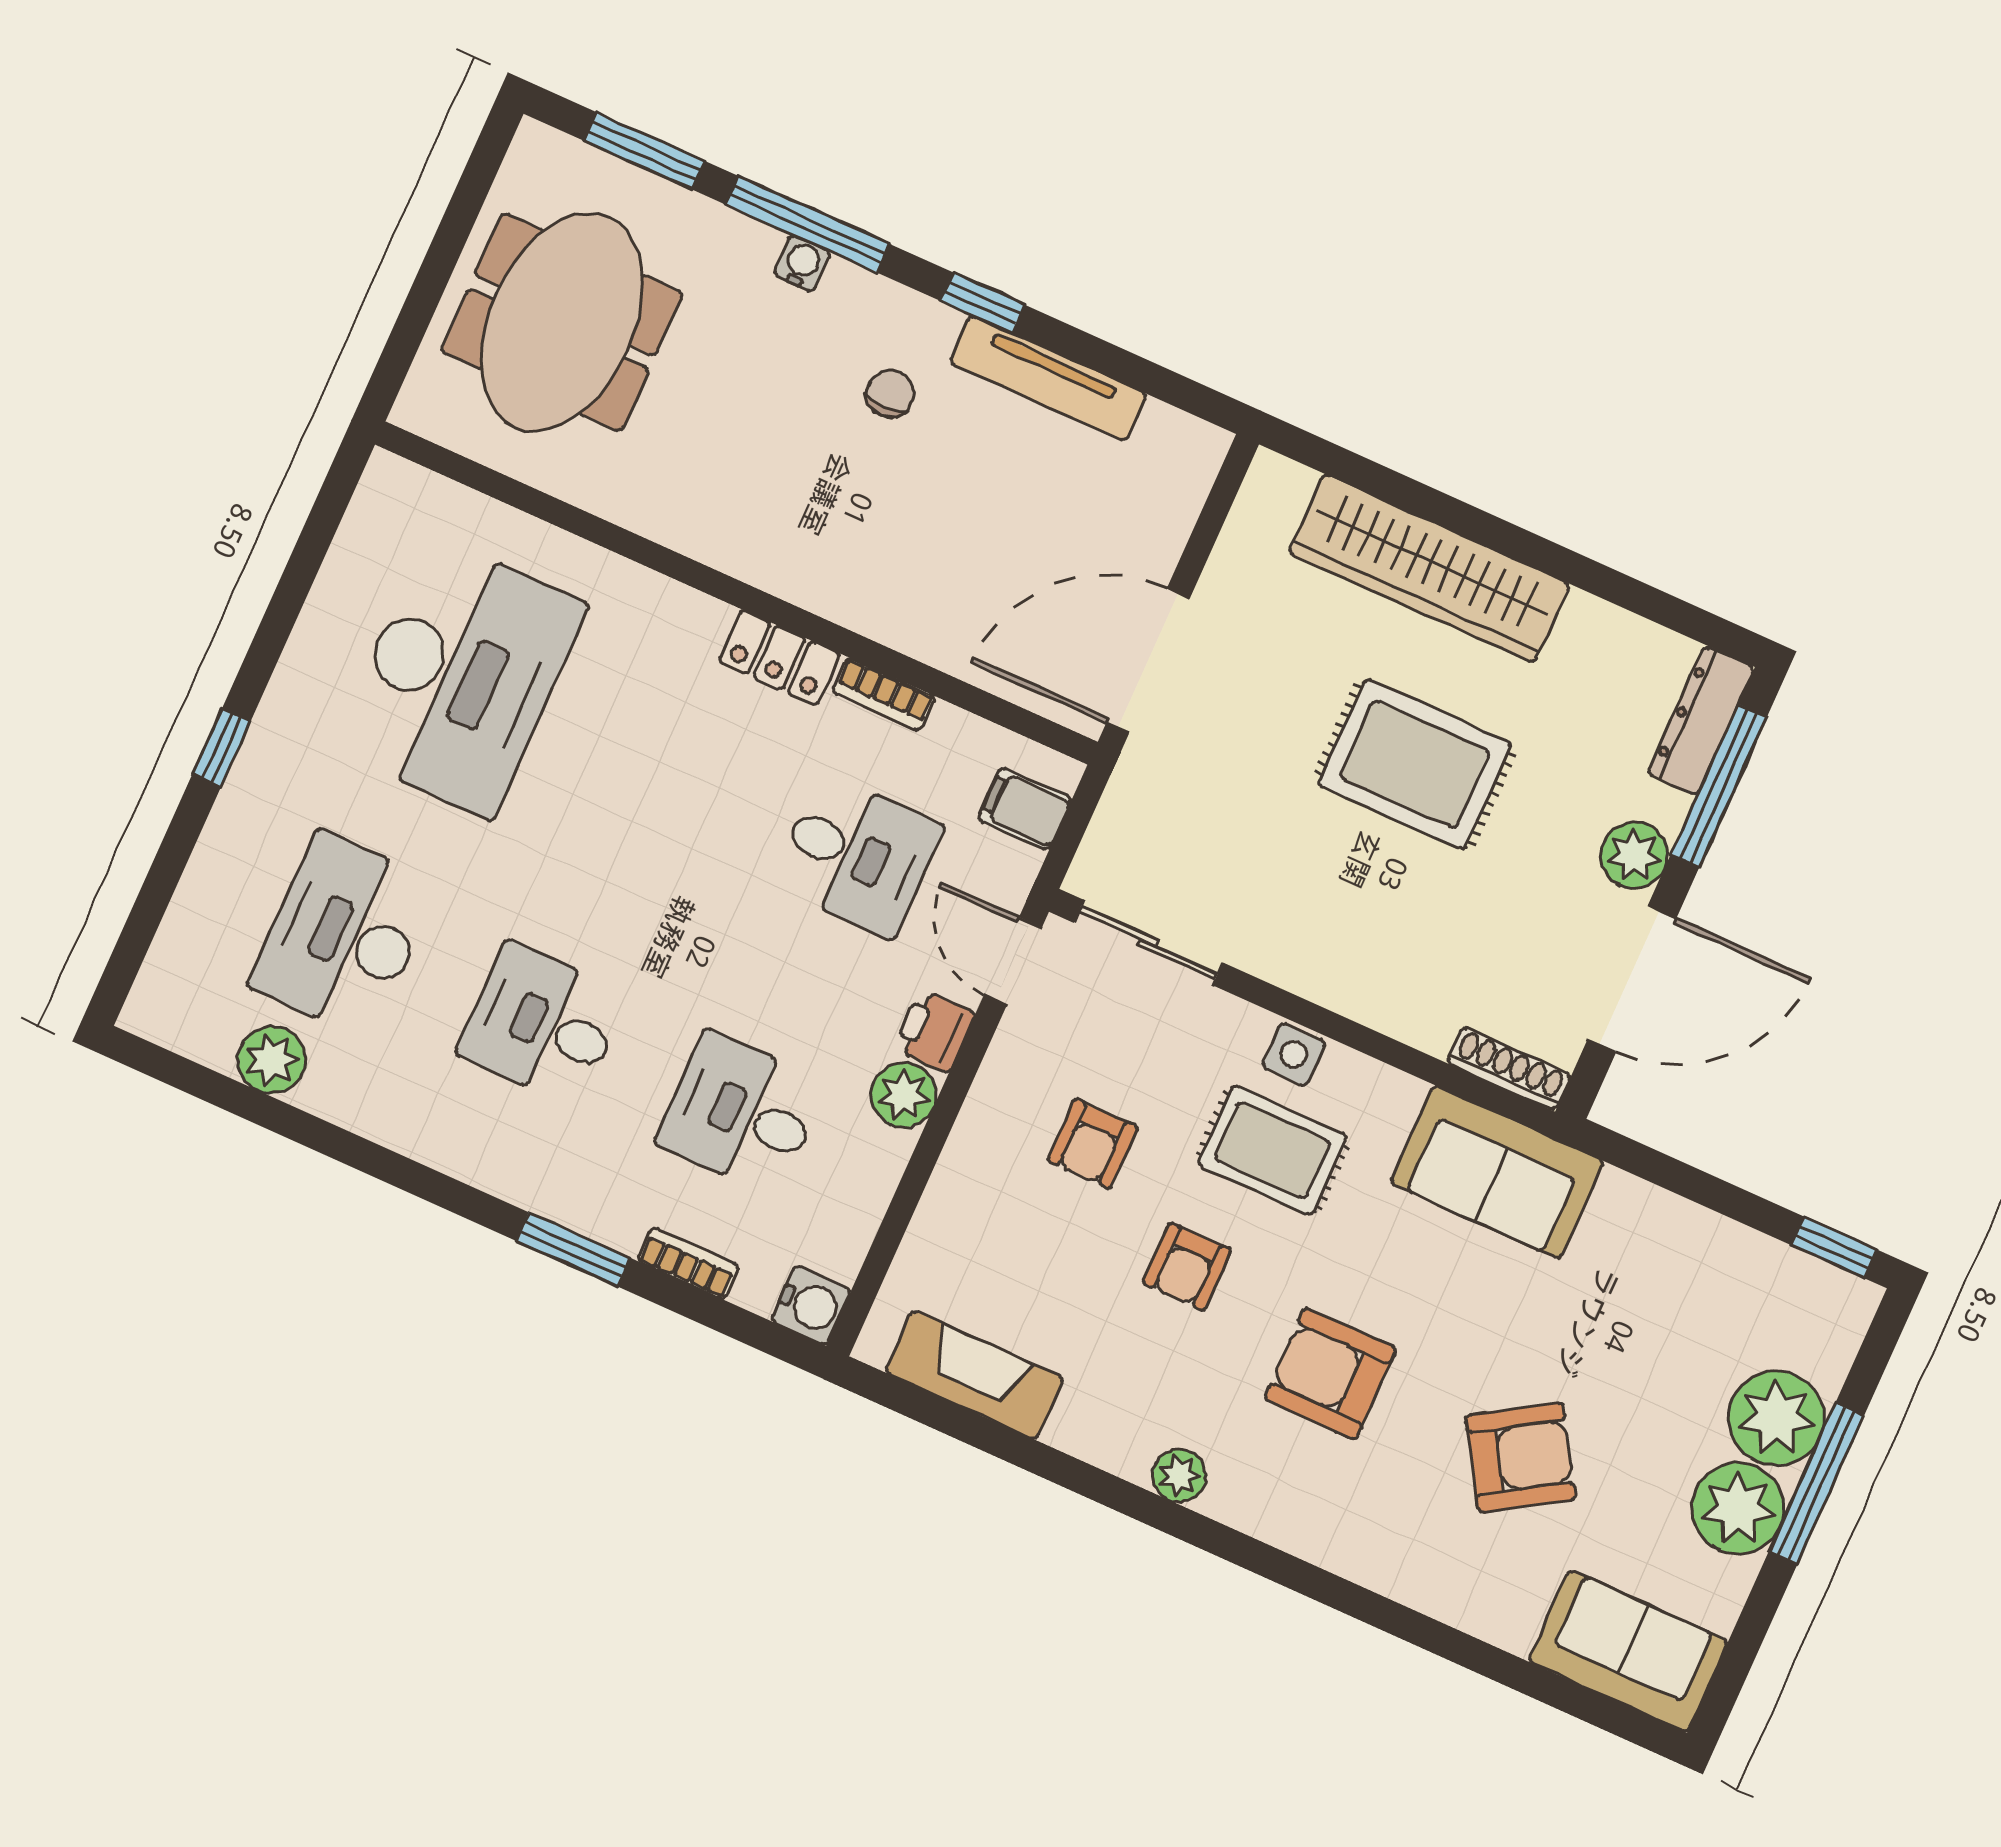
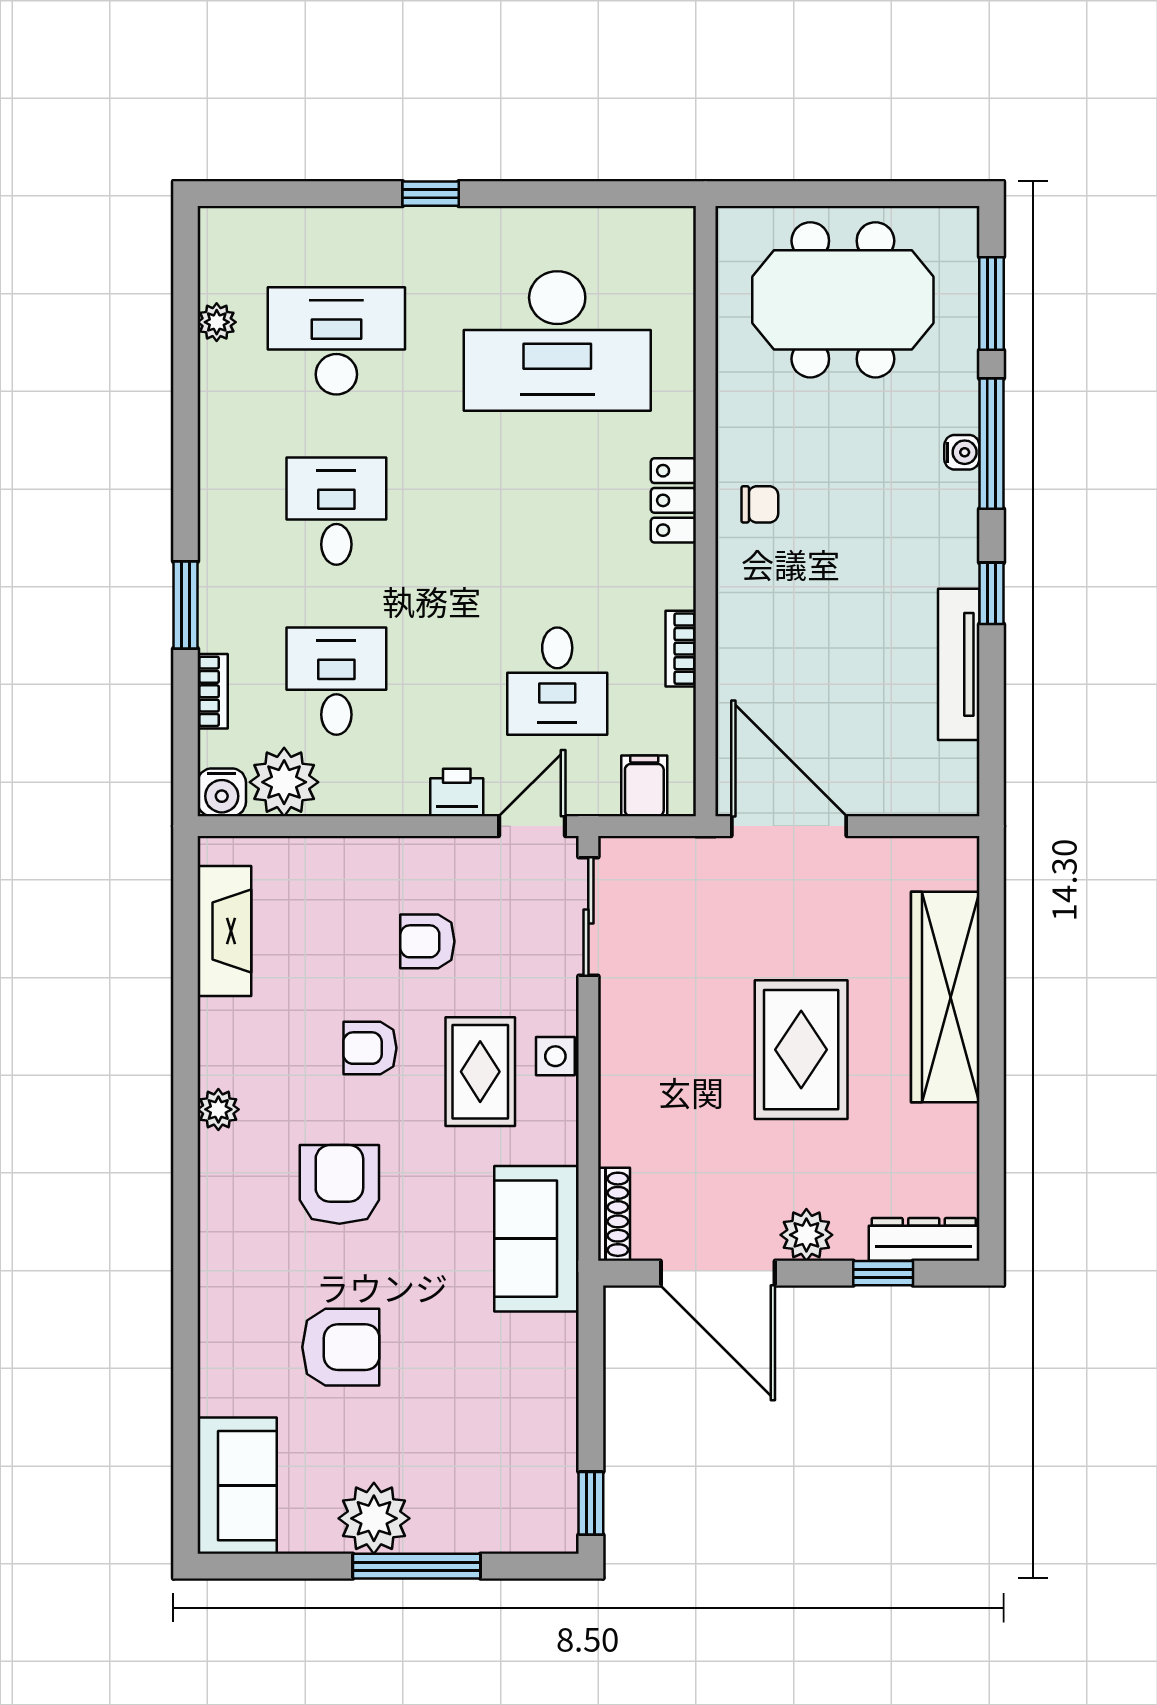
chair: (890, 394) -> (760, 504), moved
locker: (779, 658) -> (673, 500), moved
window: (1719, 786) -> (883, 1273), width x0.46
plant: (272, 1060) -> (217, 322), width x0.73, depth x0.73
plant: (904, 1095) -> (284, 782), moved, width x1.36, depth x1.36
plant: (1776, 1418) -> (451, 1517), removed
armchair: (1521, 1457) -> (341, 1347), turned -58

